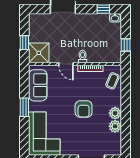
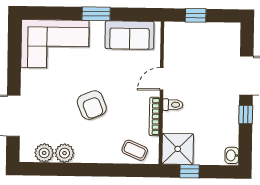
window: (103, 9) -> (246, 115), moved
shower: (39, 53) -> (178, 149), moved
armchair: (84, 109) -> (92, 105), turned -112
plant: (115, 113) -> (44, 153), moved

